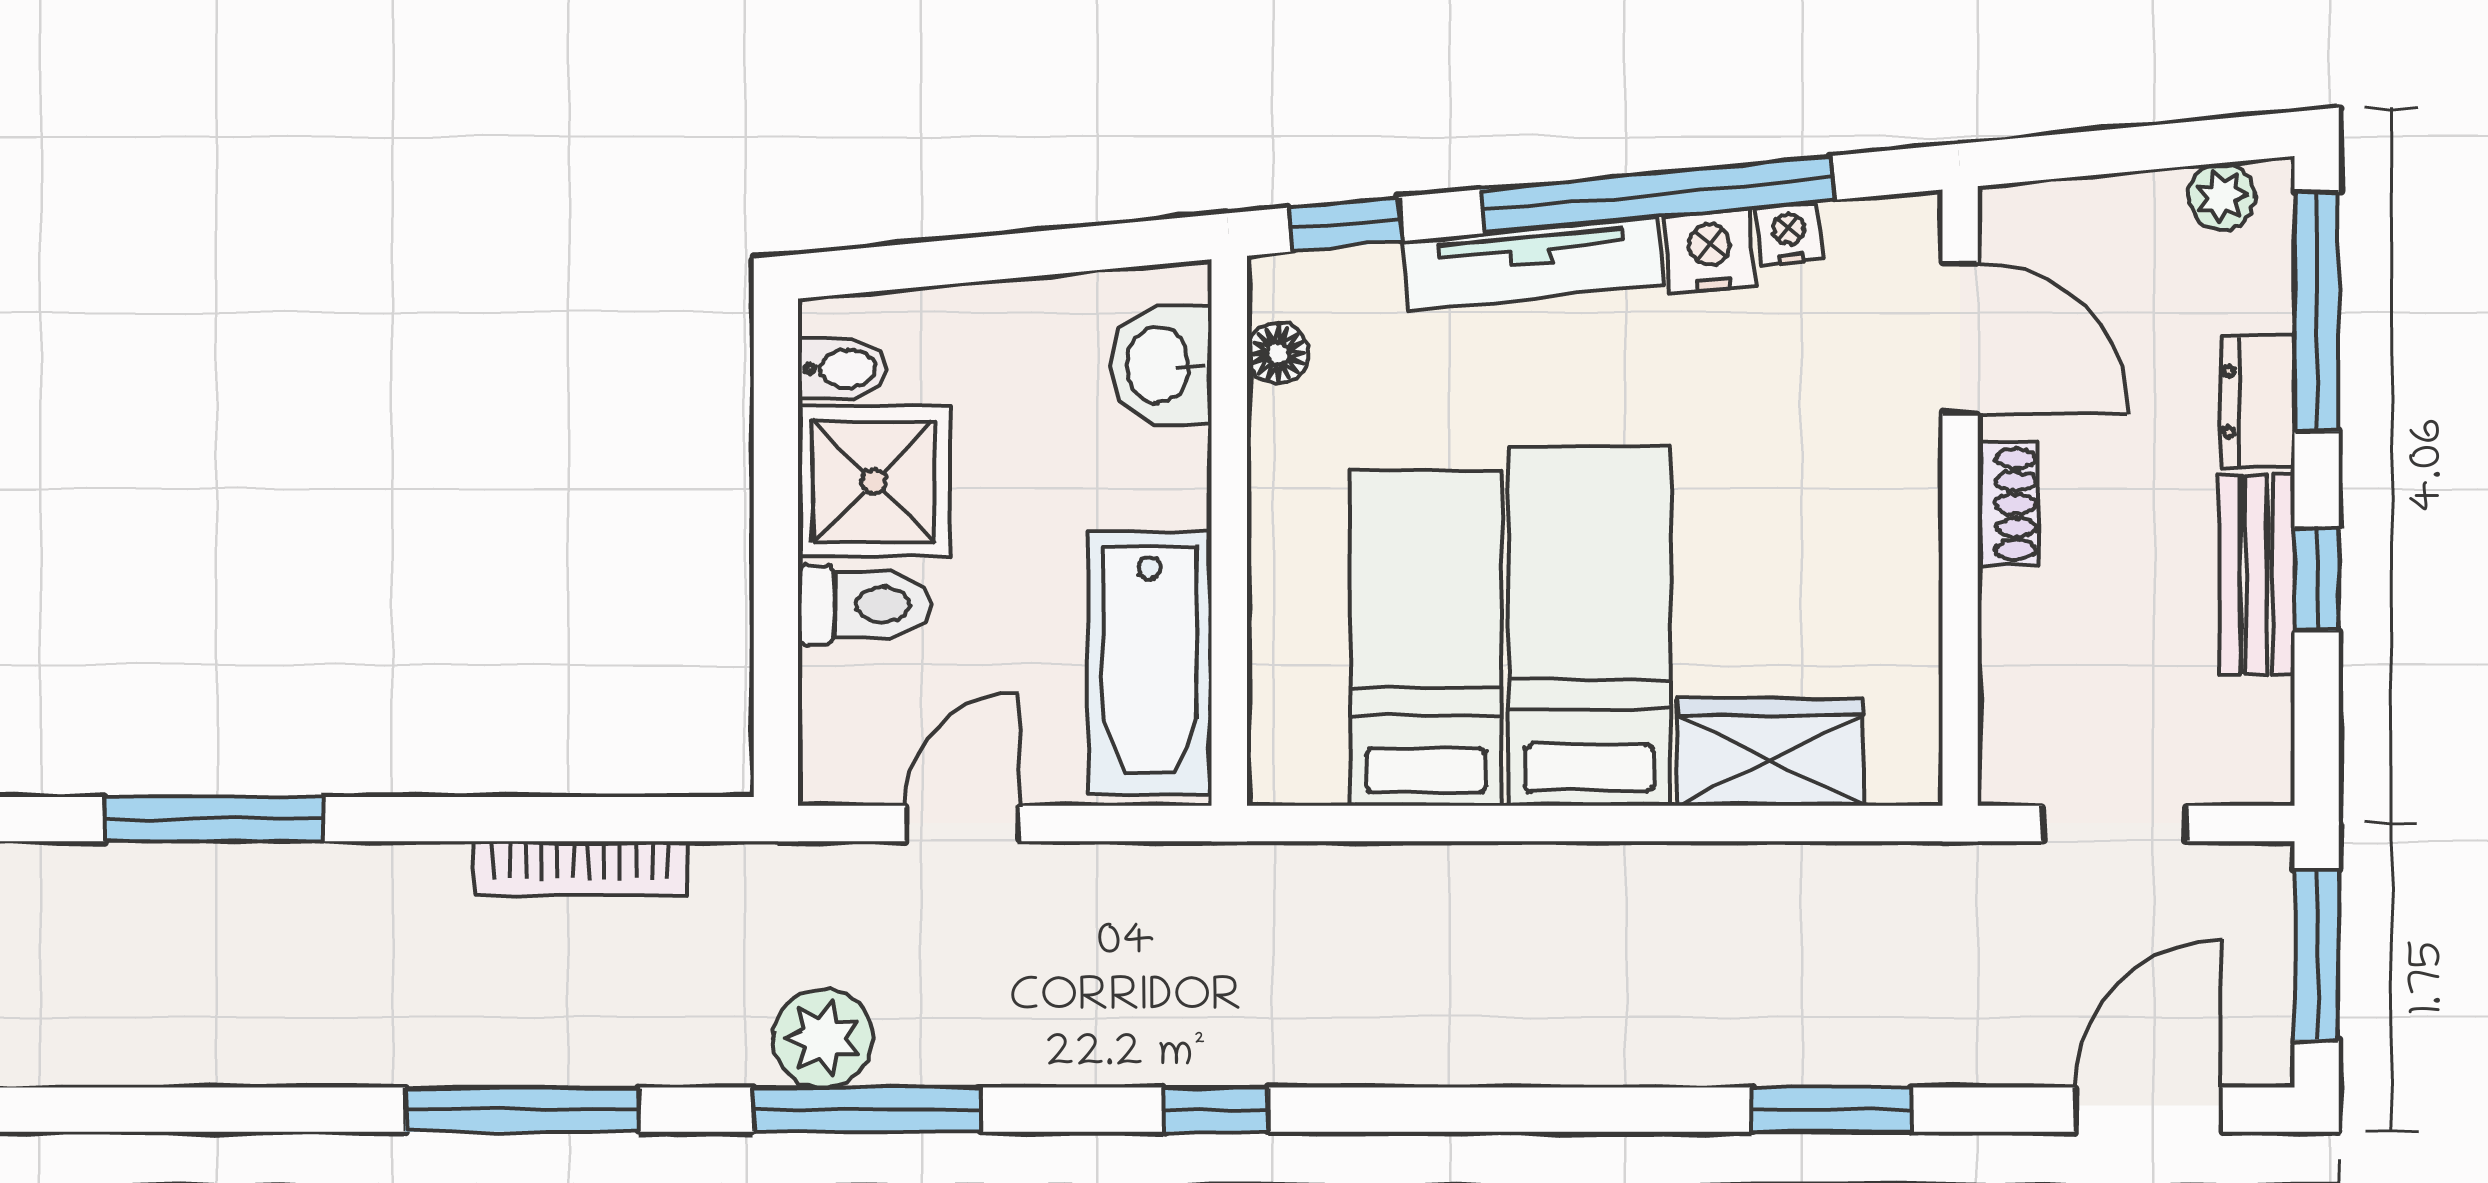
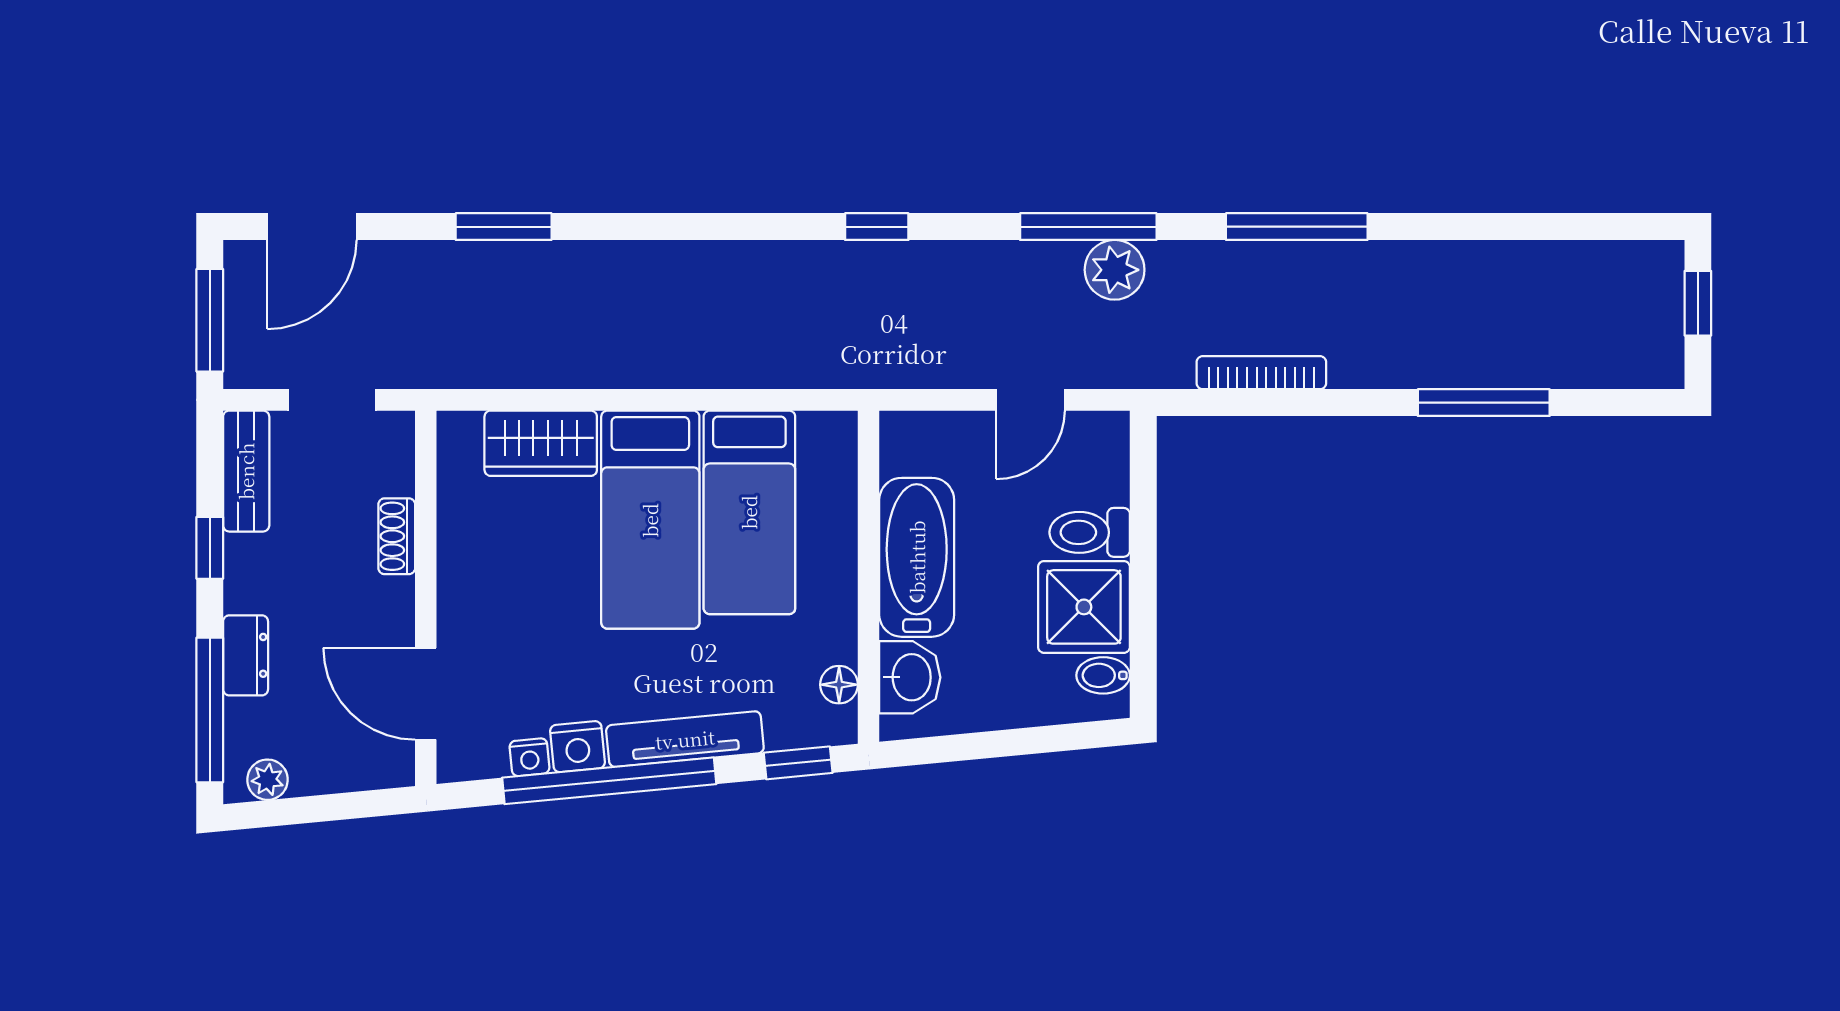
shoe rack: (2008, 504) -> (397, 536), moved
bench: (2257, 575) -> (246, 471), moved
bathtub: (1150, 663) -> (917, 557), moved

